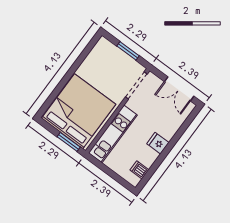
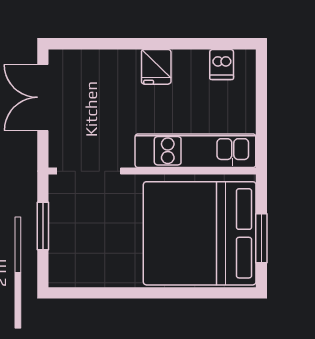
double door: (179, 89) -> (43, 97), swing flipped
window: (69, 142) -> (261, 238), moved

